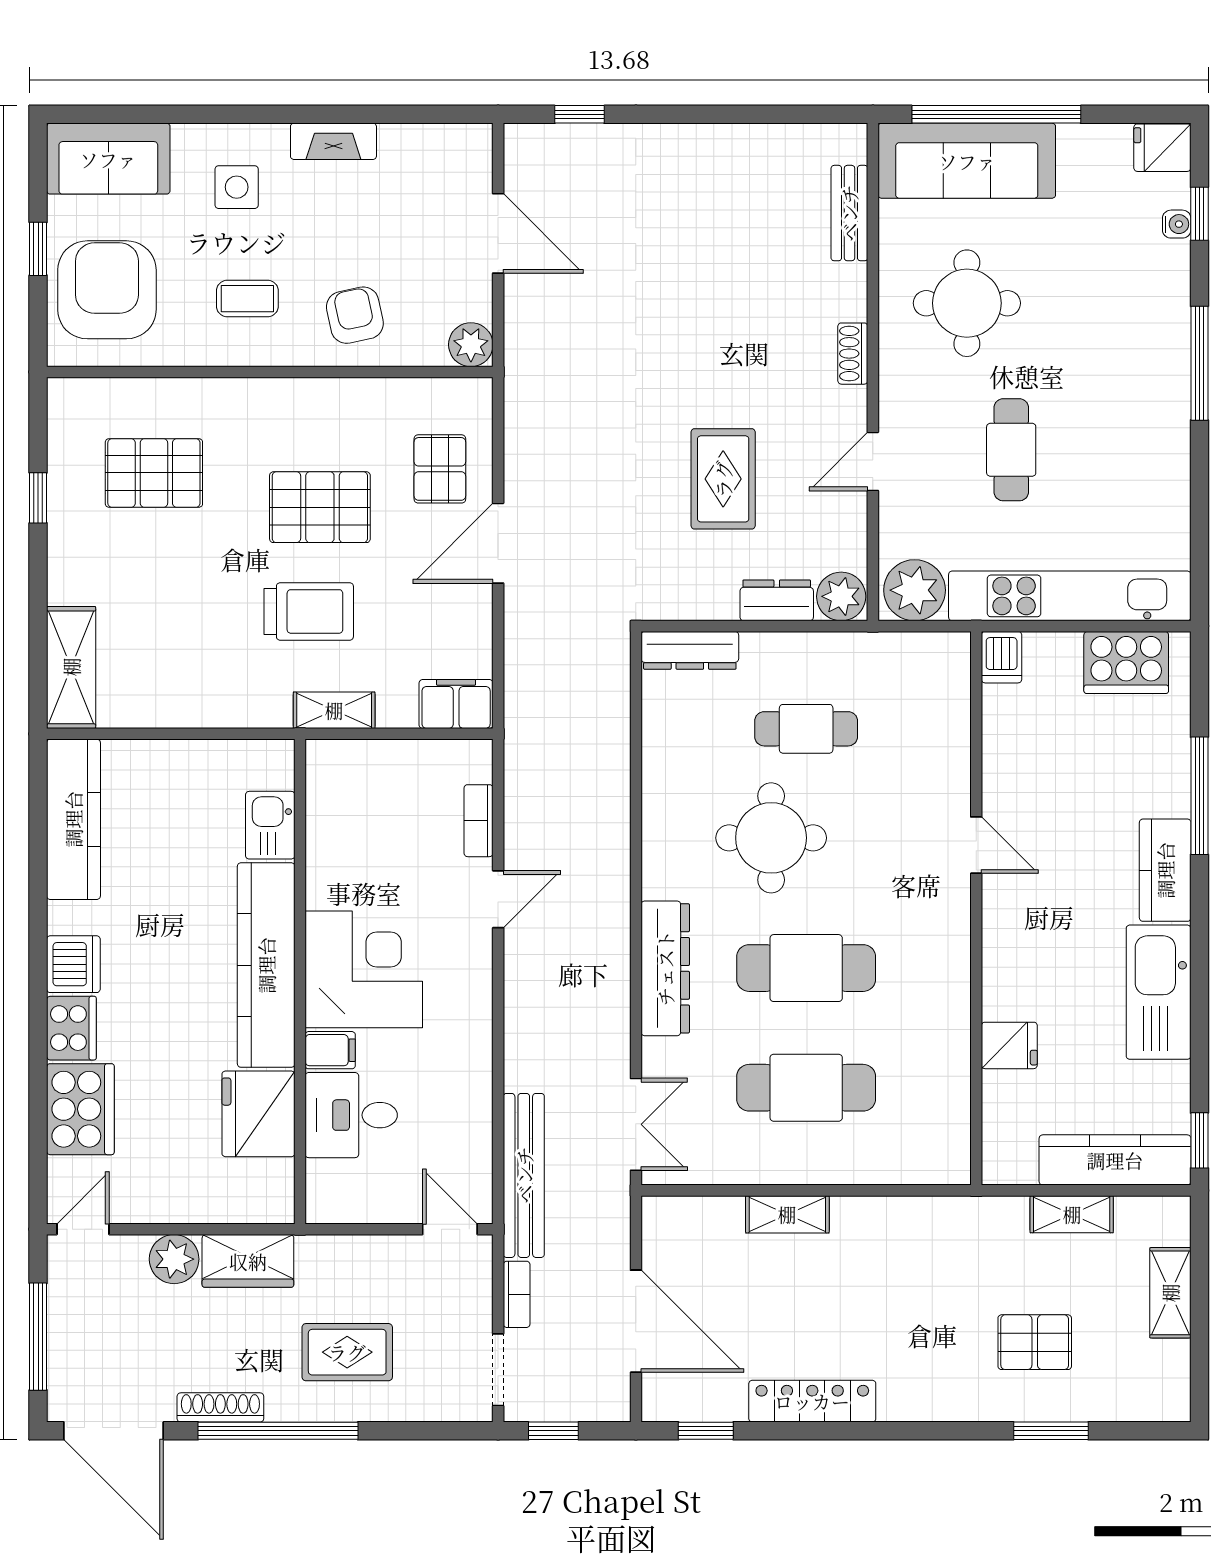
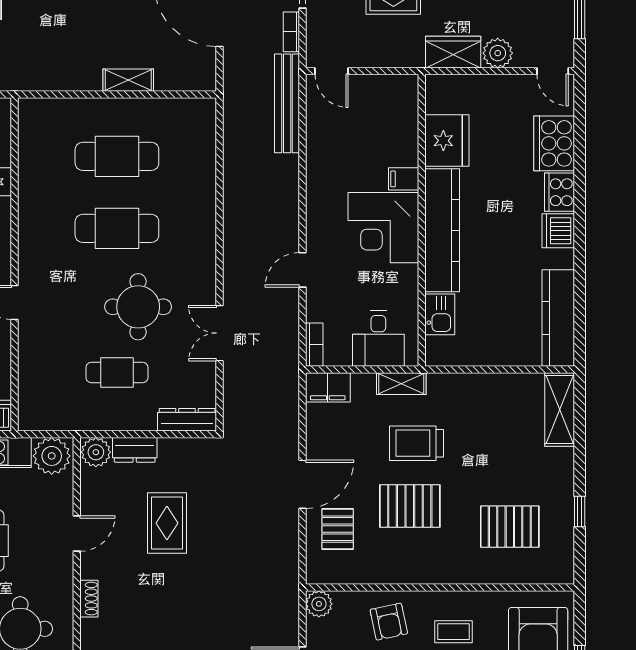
bookcase: (479, 821) -> (314, 345), moved
dresser: (665, 968) -> (202, 228), removed
desk: (351, 1115) -> (378, 339), moved, turned 90
double door: (636, 1124) -> (219, 333), moved
door: (83, 1229) -> (553, 71), hinge flipped

